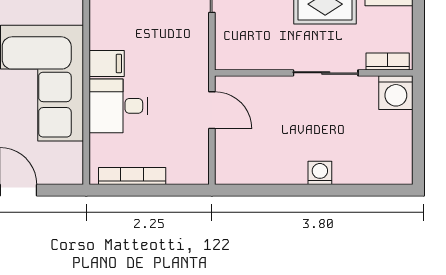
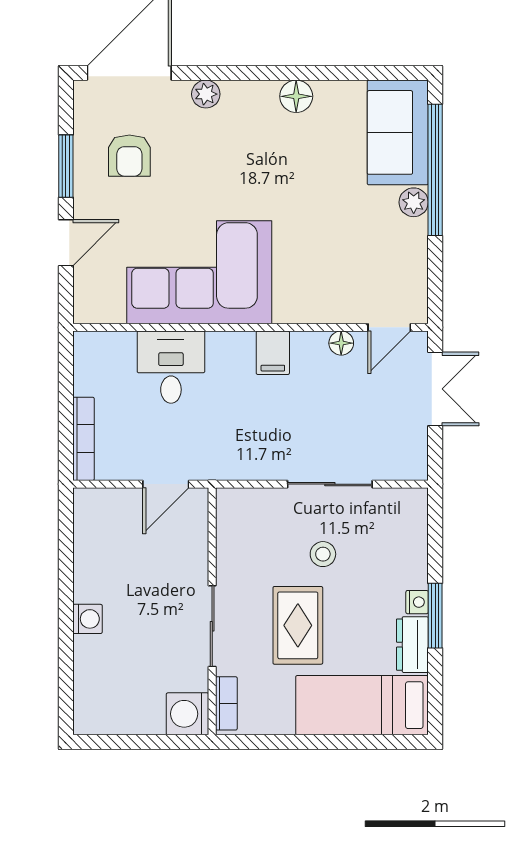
filing cabinet: (107, 64) -> (273, 353), moved
bookcase: (132, 176) -> (83, 439), moved

